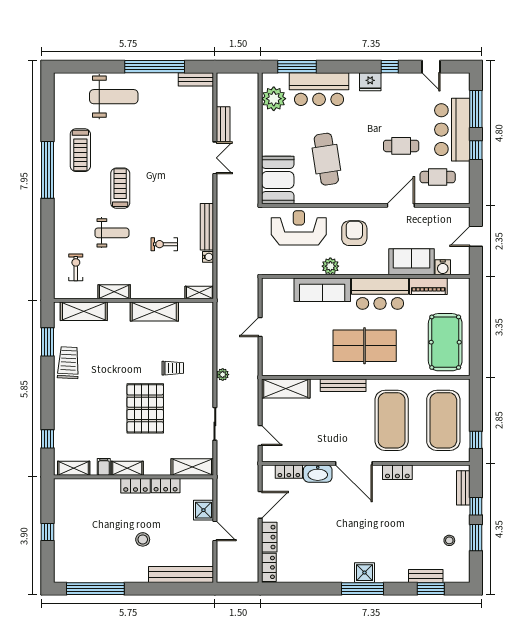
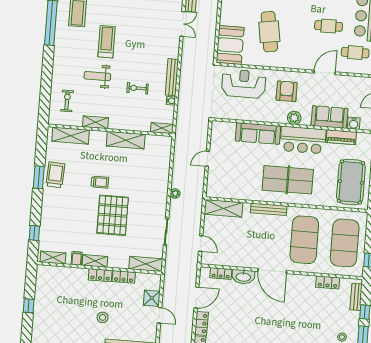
weight bench: (112, 233) -> (97, 76), turned 180
plant: (330, 266) -> (294, 118), moved
window: (48, 342) -> (39, 177), moved
trolley: (173, 368) -> (100, 182), moved
locker: (397, 472) -> (328, 282), moved

